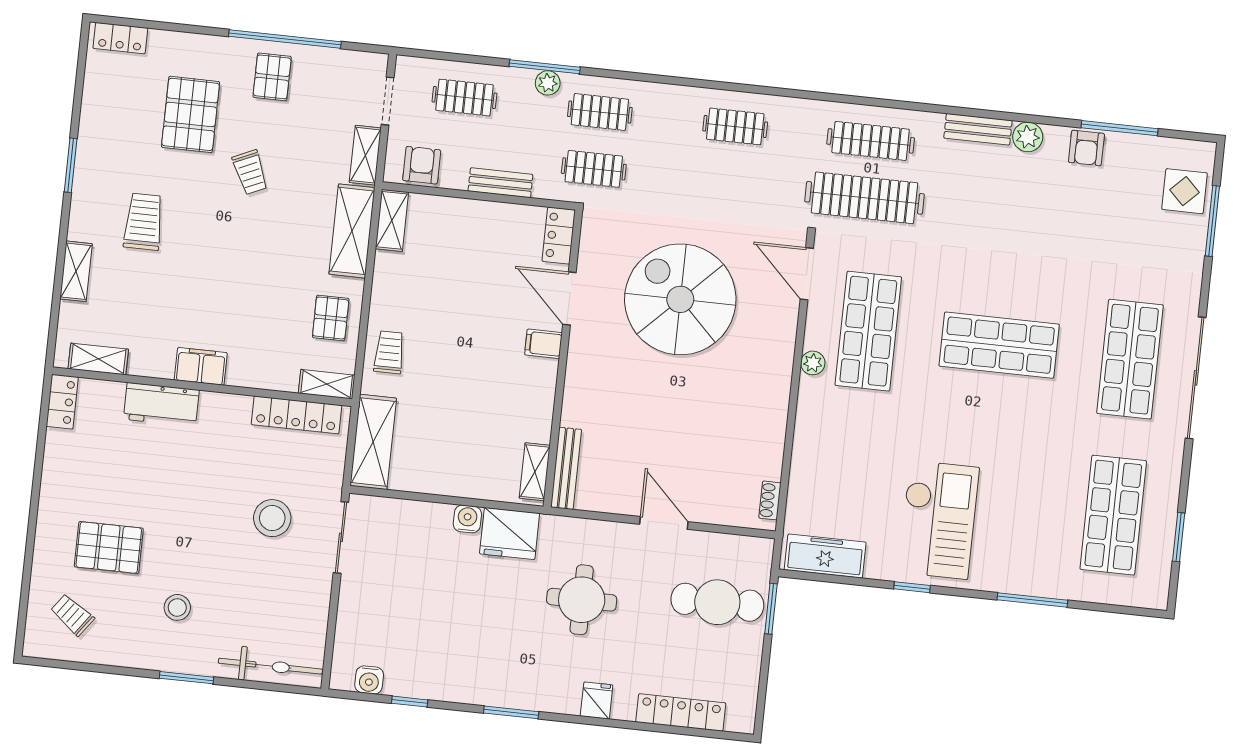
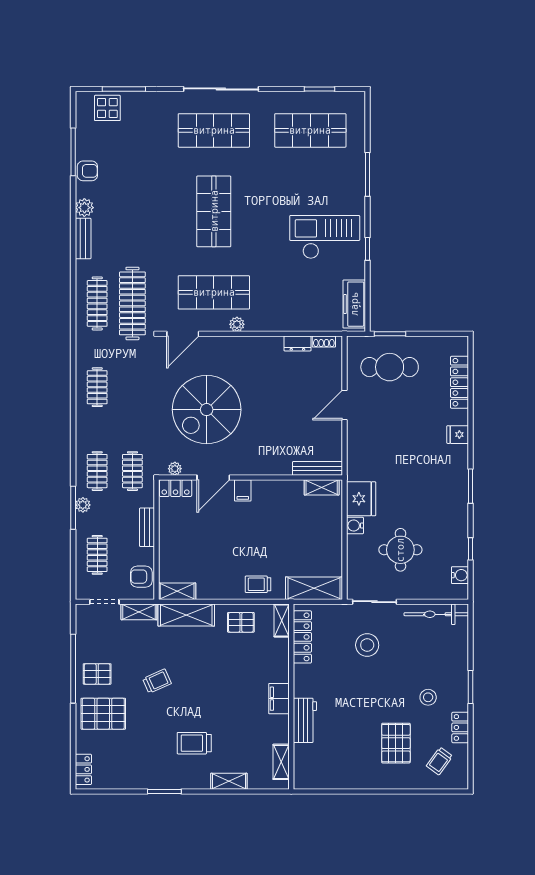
pallet: (191, 114) -> (103, 714), moved
plant: (590, 238) -> (175, 469), added
locker: (62, 402) -> (460, 727), moved, turned -90
dresser: (771, 457) -> (297, 343), added
round table: (582, 600) -> (400, 550), moved
cafe table: (717, 602) -> (390, 367), turned 90
bicycle: (270, 666) -> (436, 614), moved, turned -90

